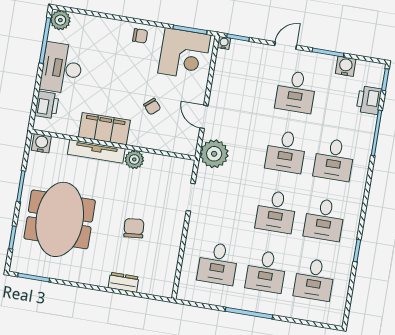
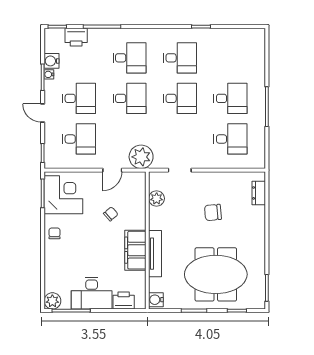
water cooler: (224, 43) -> (49, 74), moved
plant: (134, 159) -> (157, 198), moved
desk: (314, 279) -> (79, 139), moved
dresser: (124, 282) -> (259, 193), moved

